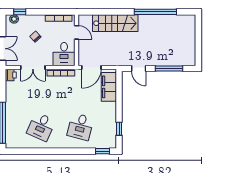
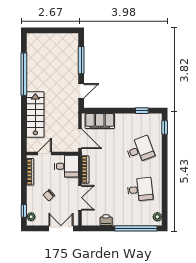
printer: (11, 75) -> (106, 220), moved
desk: (41, 127) -> (140, 189), turned -30
desk: (80, 127) -> (140, 150), turned -36
plant: (14, 144) -> (157, 217), added

